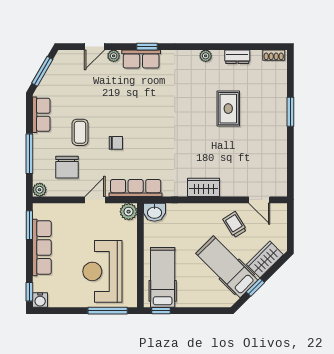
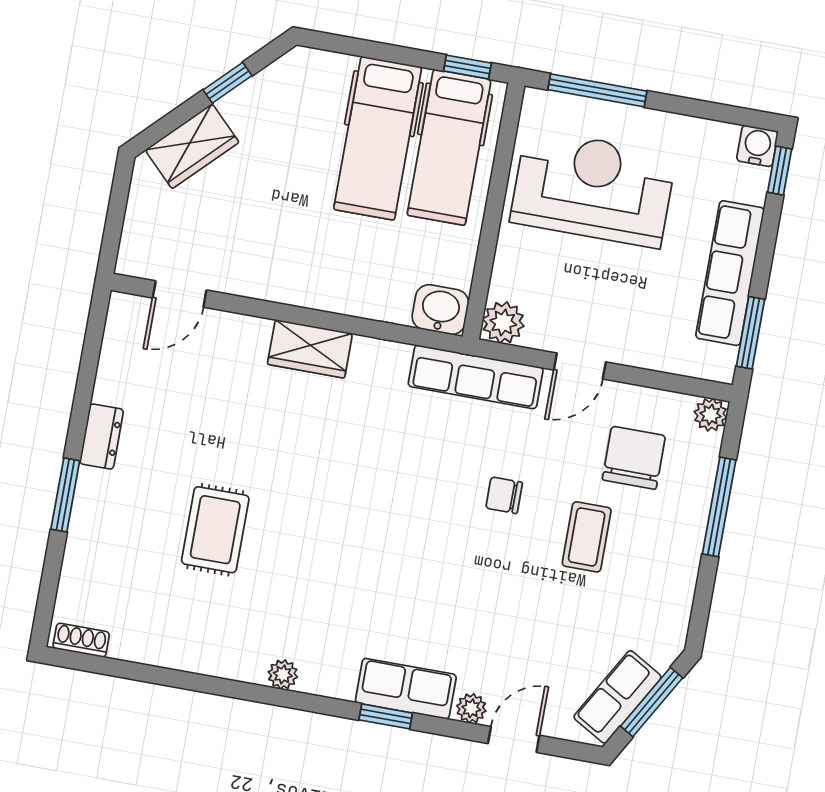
plant: (206, 56) -> (283, 674), moved
dresser: (237, 57) -> (102, 436), moved, turned 90
row of seats: (41, 115) -> (617, 697), moved, turned 30
door: (259, 200) -> (180, 294), swing flipped
trolley: (235, 225) -> (250, 244), removed
hospital bed: (227, 267) -> (378, 138), moved, turned 45
reception desk: (102, 271) -> (593, 188), turned -90

